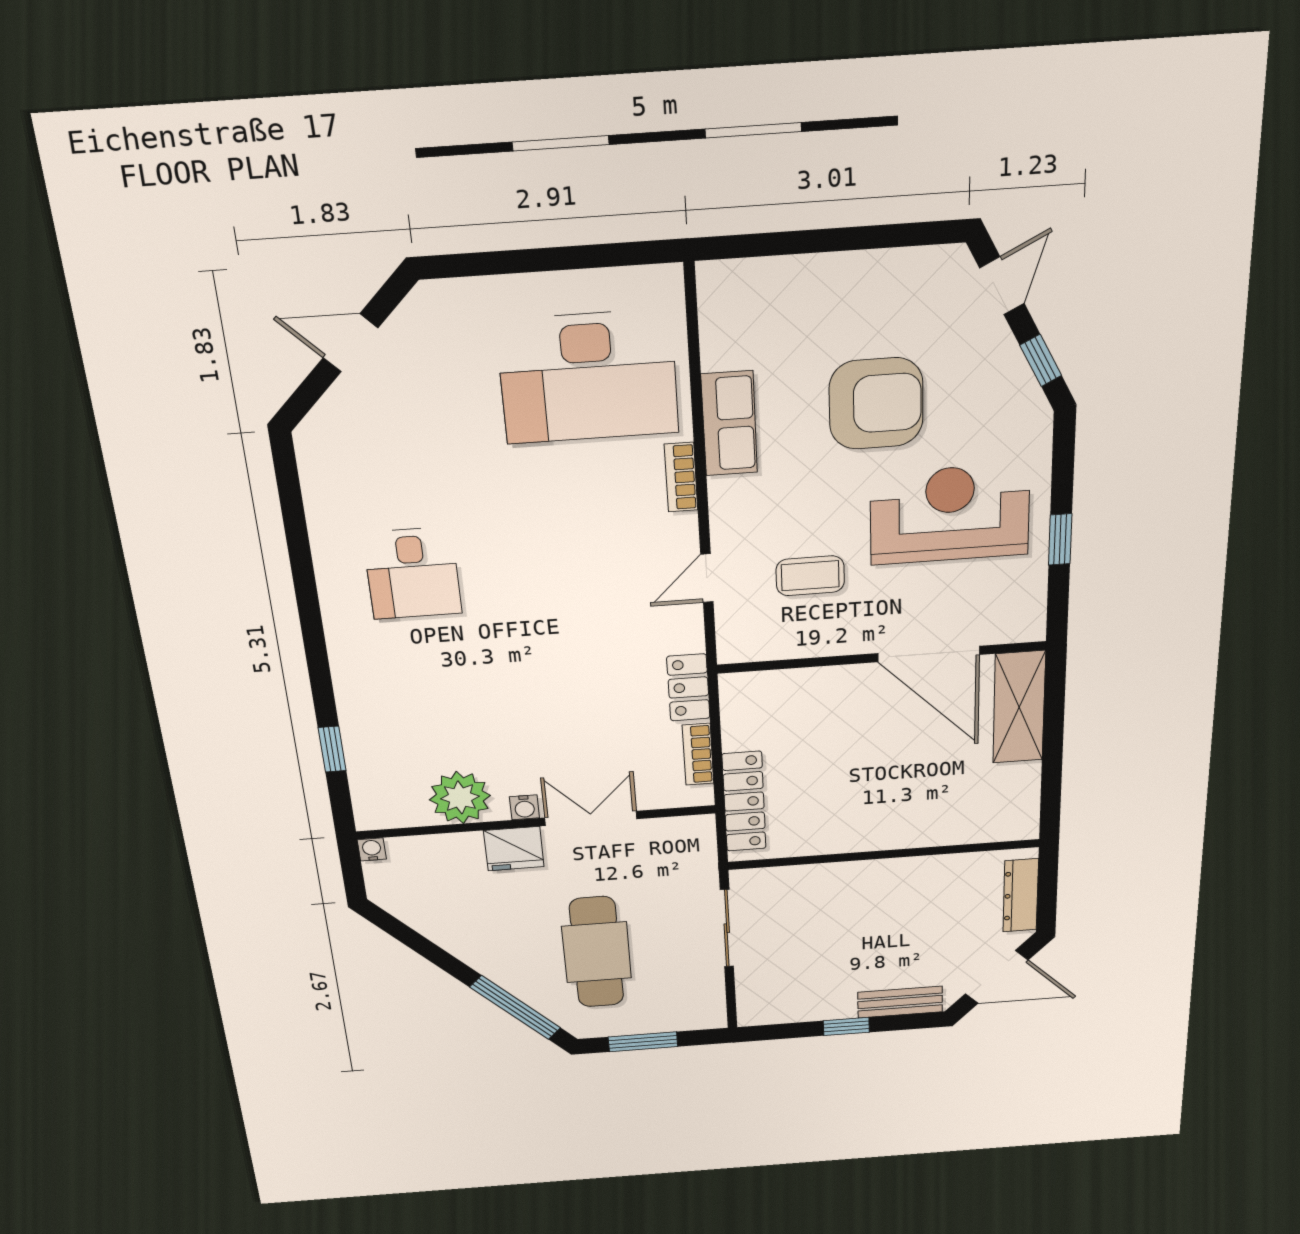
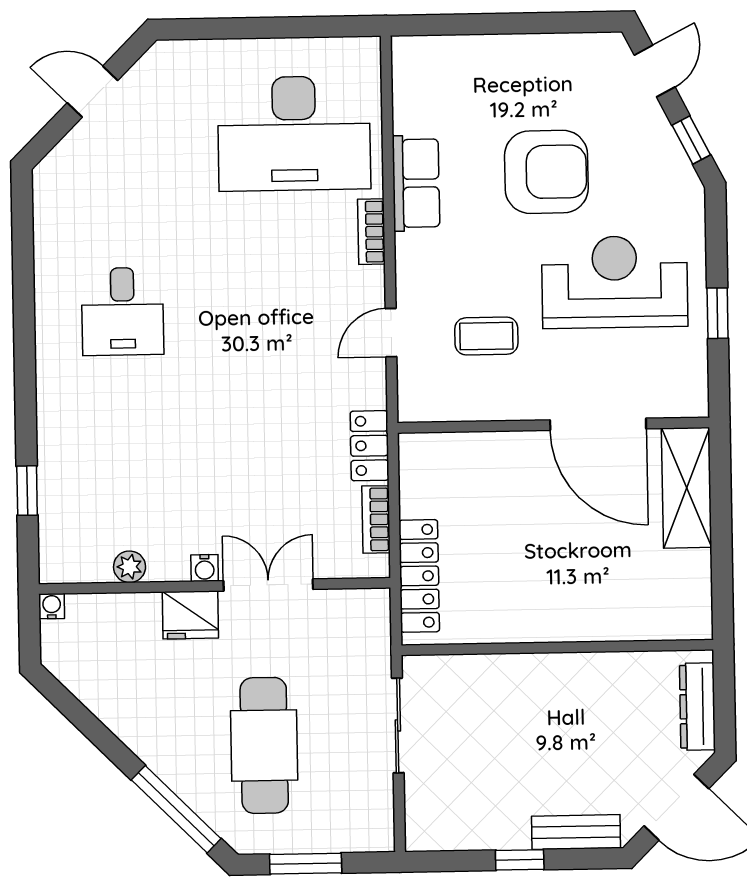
plant: (460, 798) -> (130, 567), width x0.53, depth x0.53

